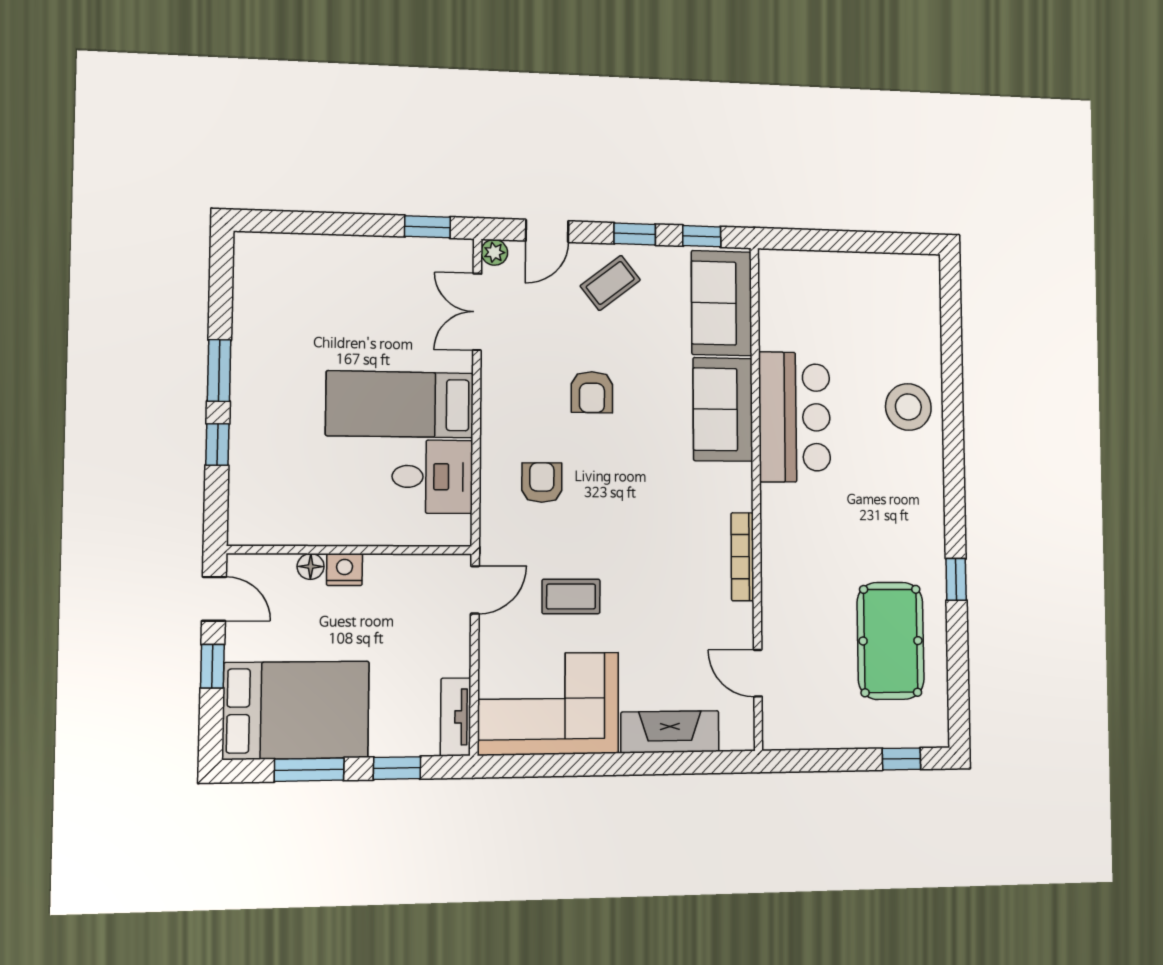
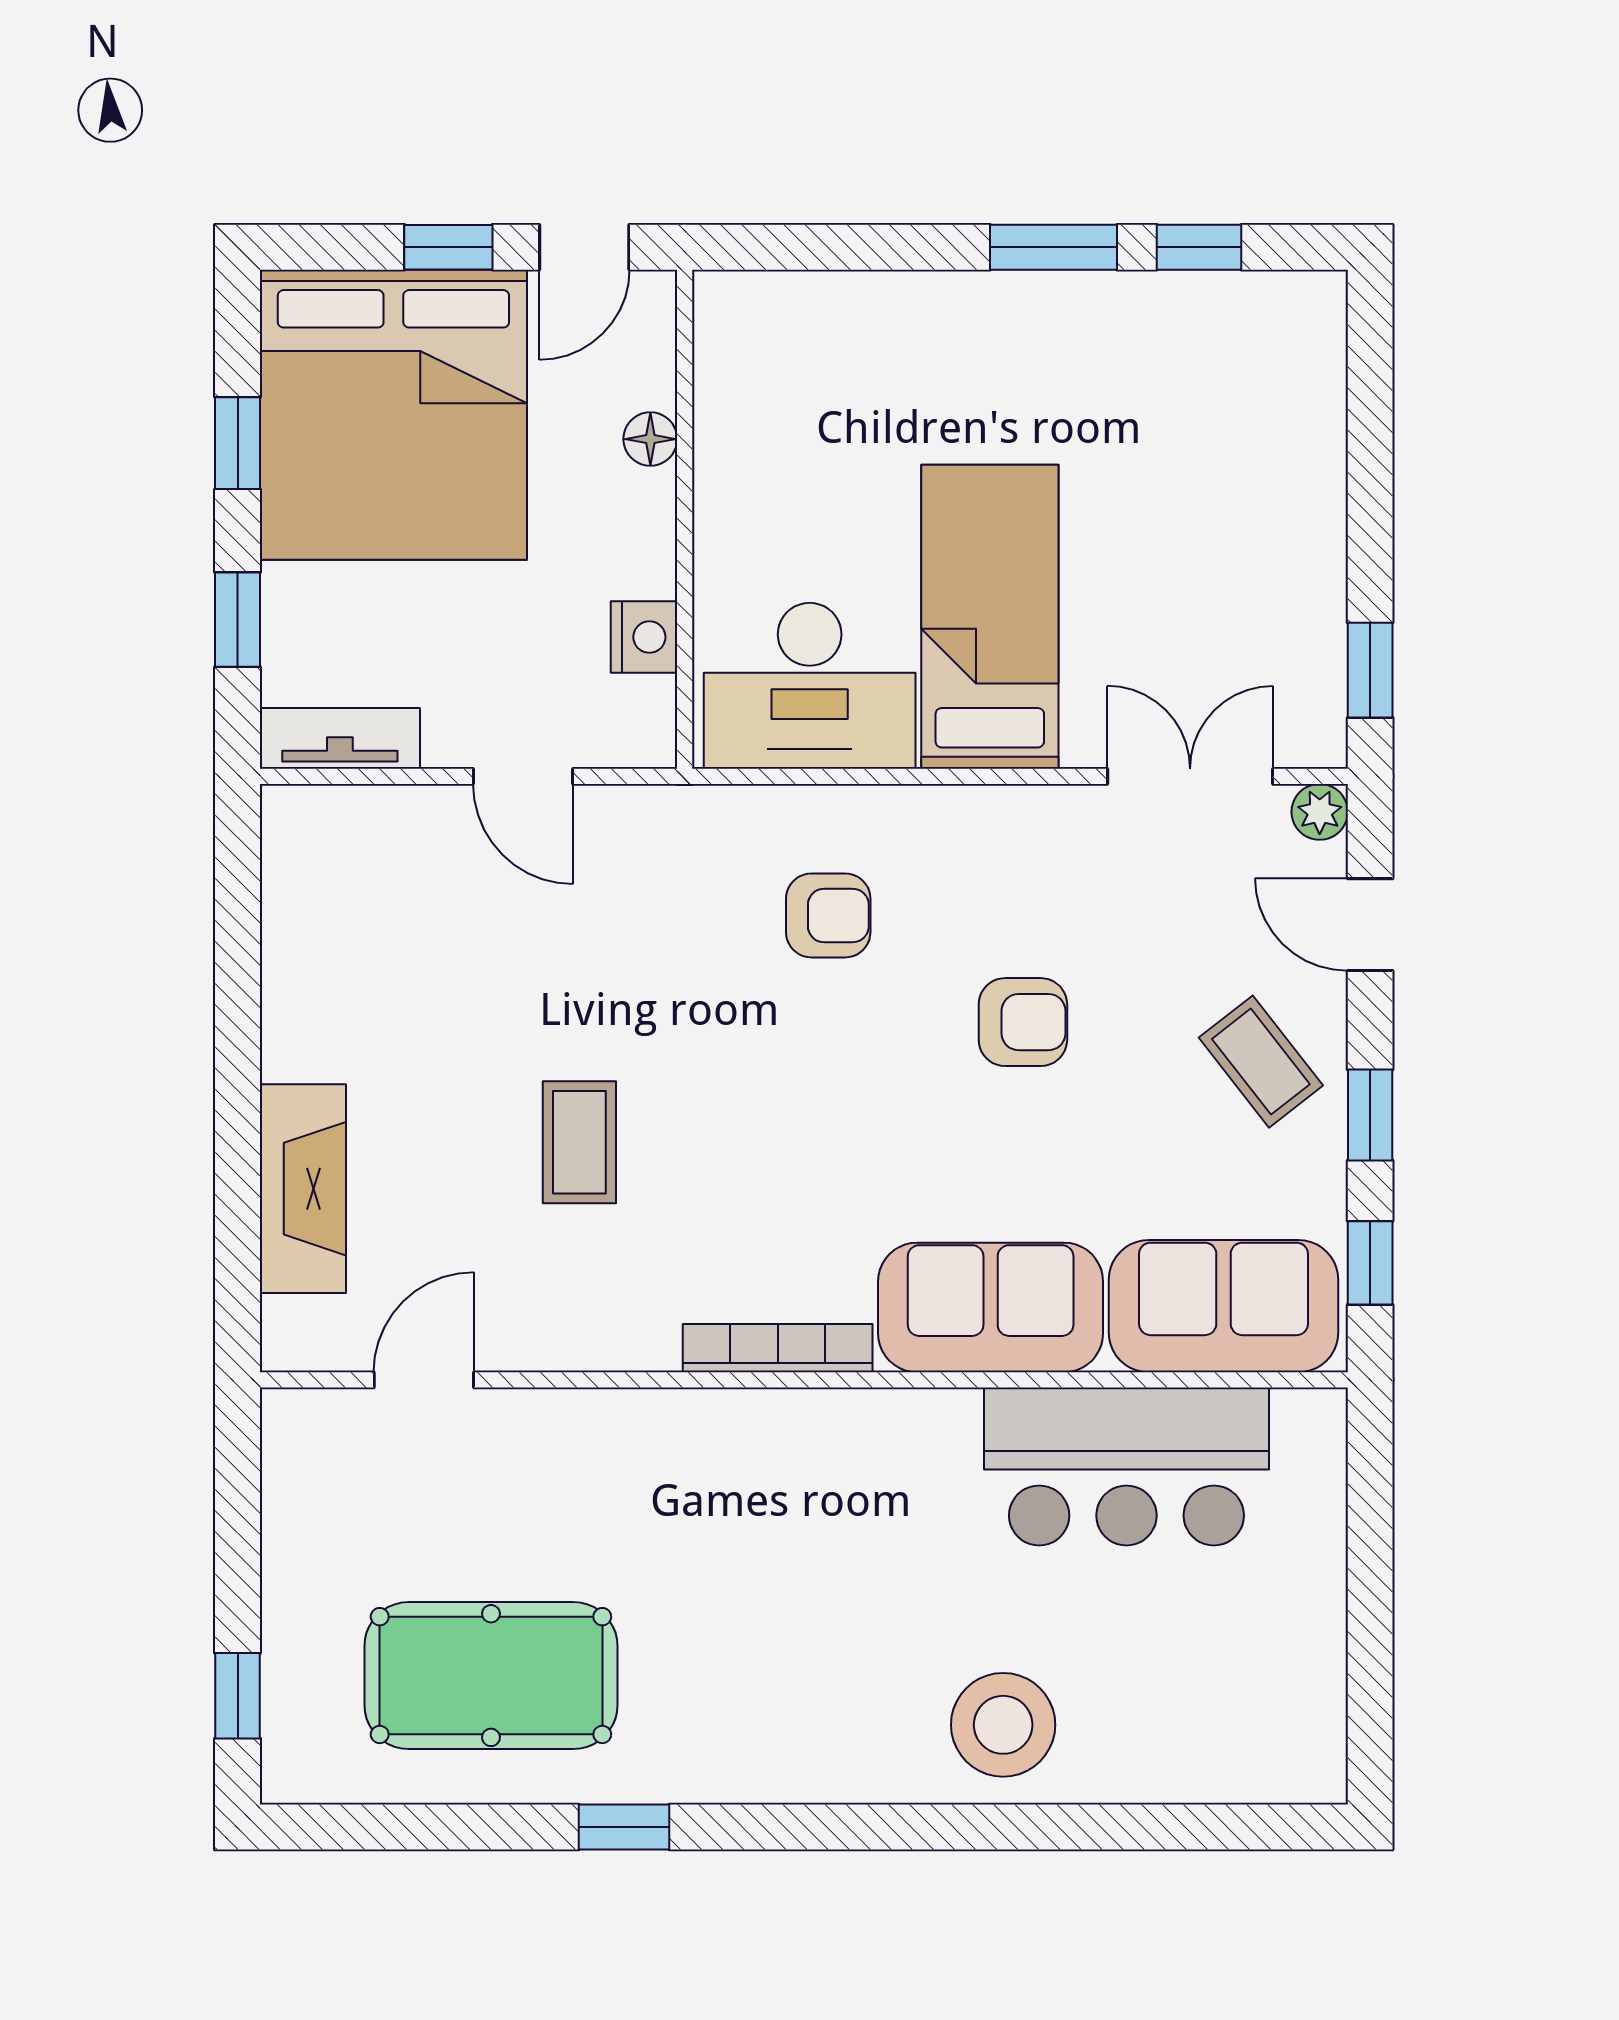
armchair: (592, 392) -> (1023, 1022), turned 180
bar counter: (794, 417) -> (1126, 1466), moved
window: (217, 444) -> (1199, 247), moved
desk: (432, 477) -> (810, 686), width x1.37
bookcase: (742, 557) -> (778, 1348), moved
nightstand: (345, 570) -> (644, 637), moved
door: (475, 590) -> (523, 776), moved
coffee table: (571, 596) -> (579, 1142), moved
corner sofa: (548, 704) -> (365, 931), removed
bed: (296, 710) -> (393, 415), width x1.36
window: (309, 770) -> (238, 443), width x0.67

